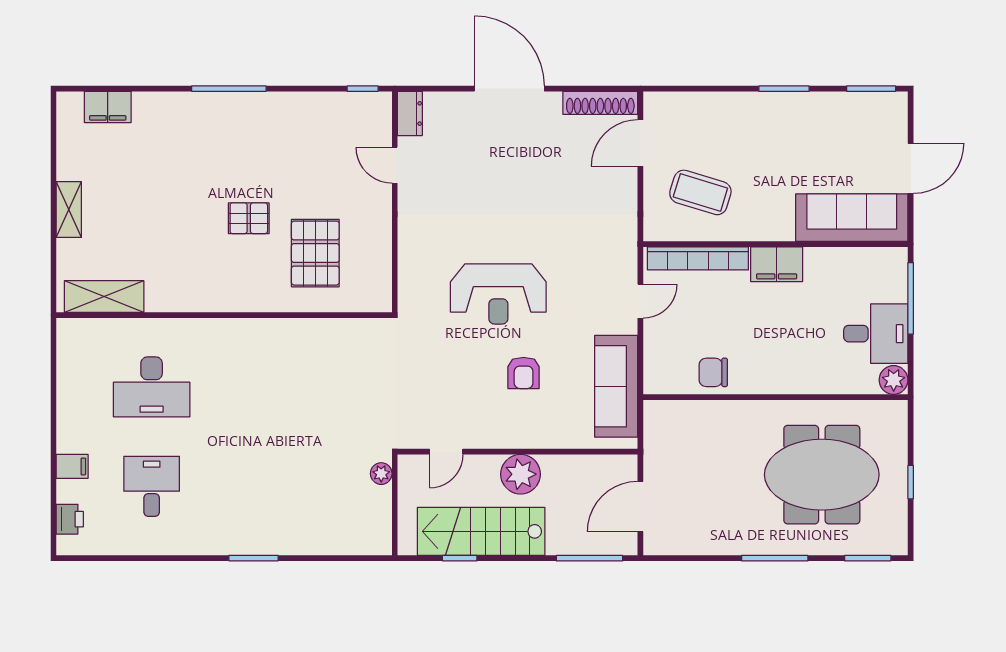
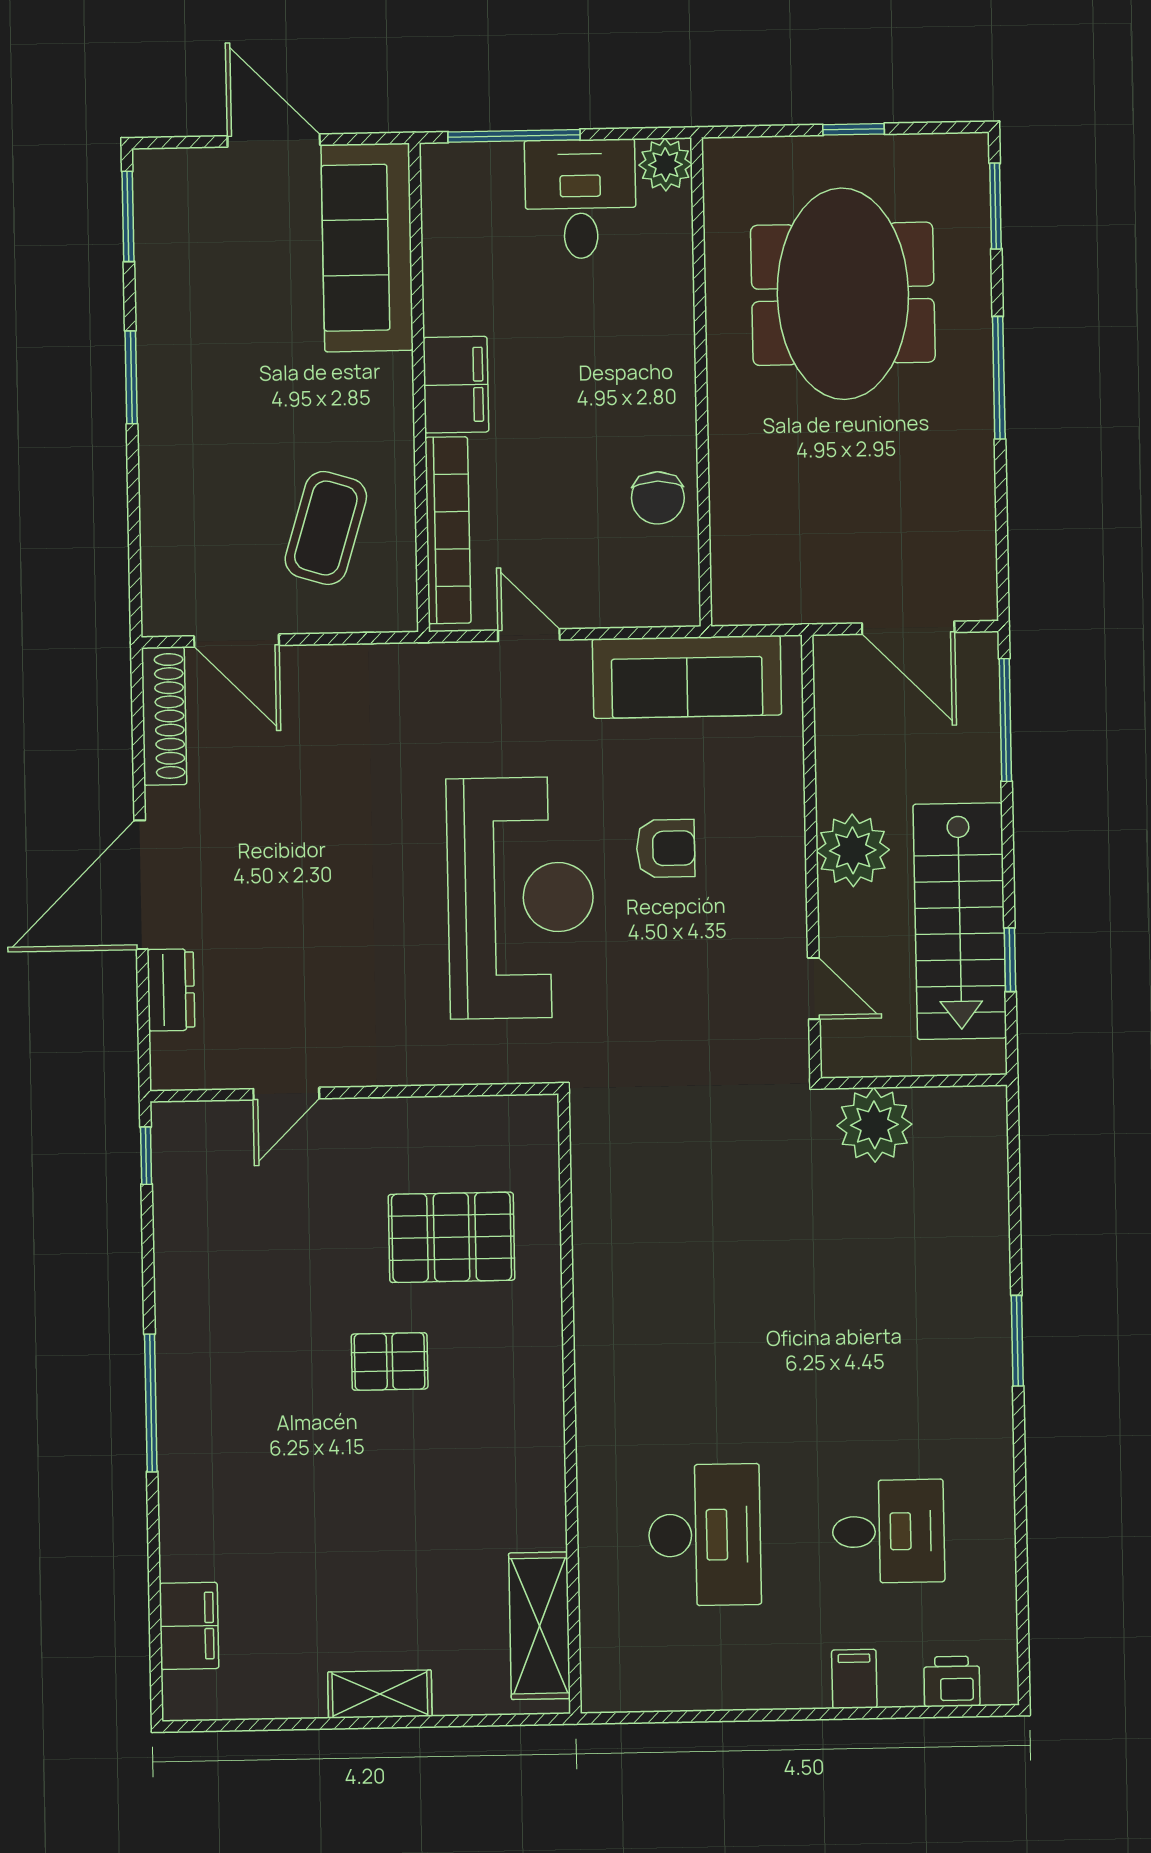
dresser: (410, 113) -> (171, 990), moved, turned 90
pallet: (249, 218) -> (390, 1361), turned 90
reception desk: (498, 294) -> (521, 898), width x1.36, depth x1.30
plant: (381, 474) -> (874, 1125), width x1.88, depth x1.88
desk: (152, 486) -> (888, 1531), turned 180

